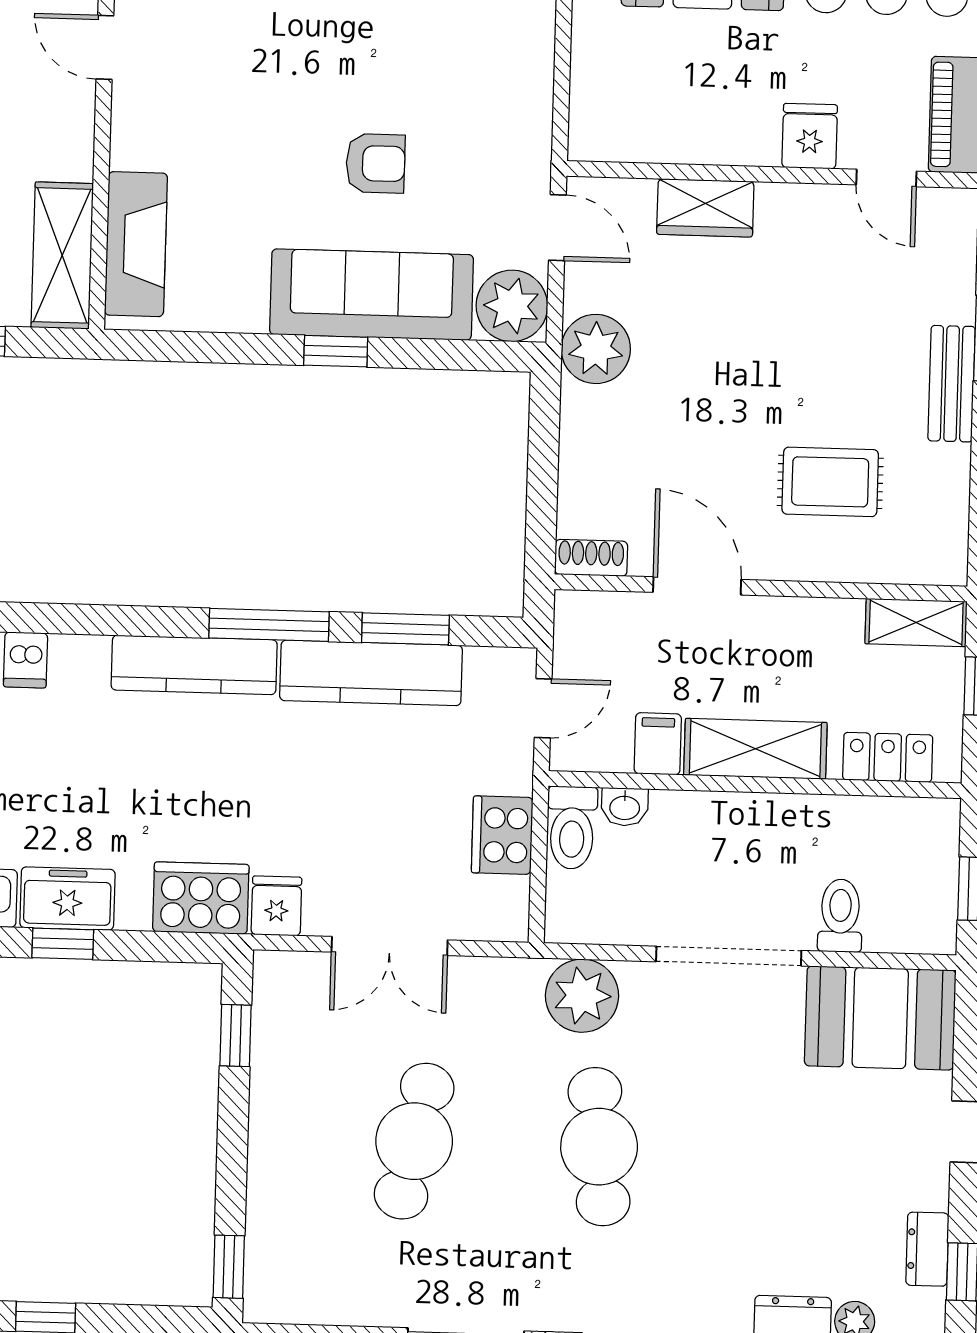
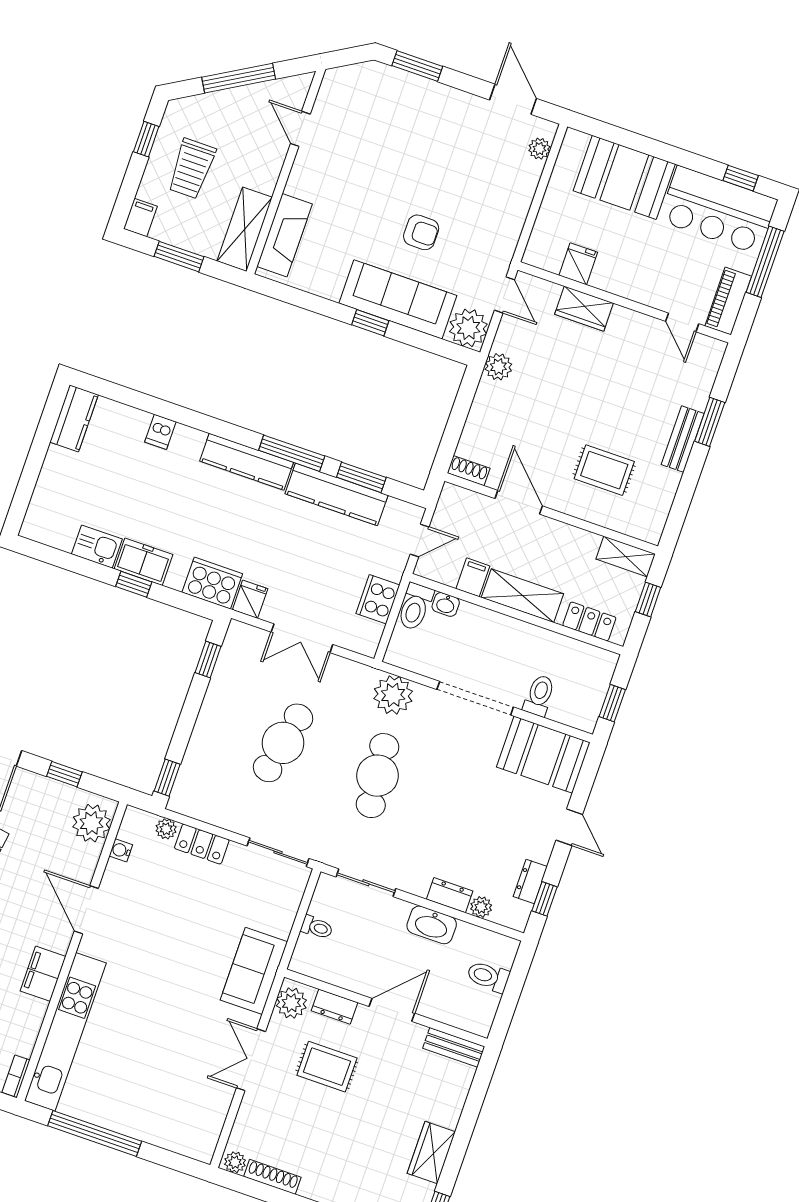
fridge: (810, 136) -> (578, 264), moved
plant: (596, 349) -> (498, 367), width x0.73, depth x0.73

